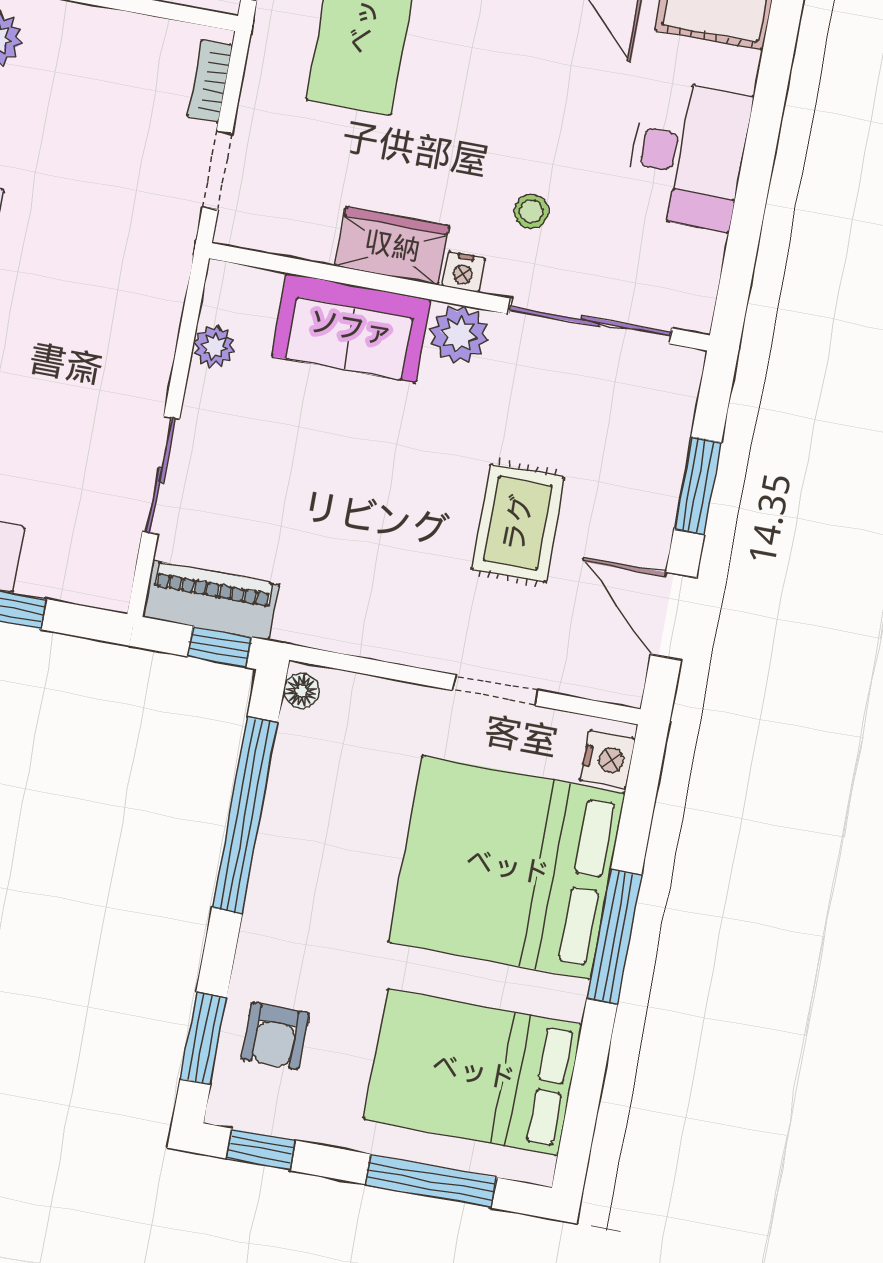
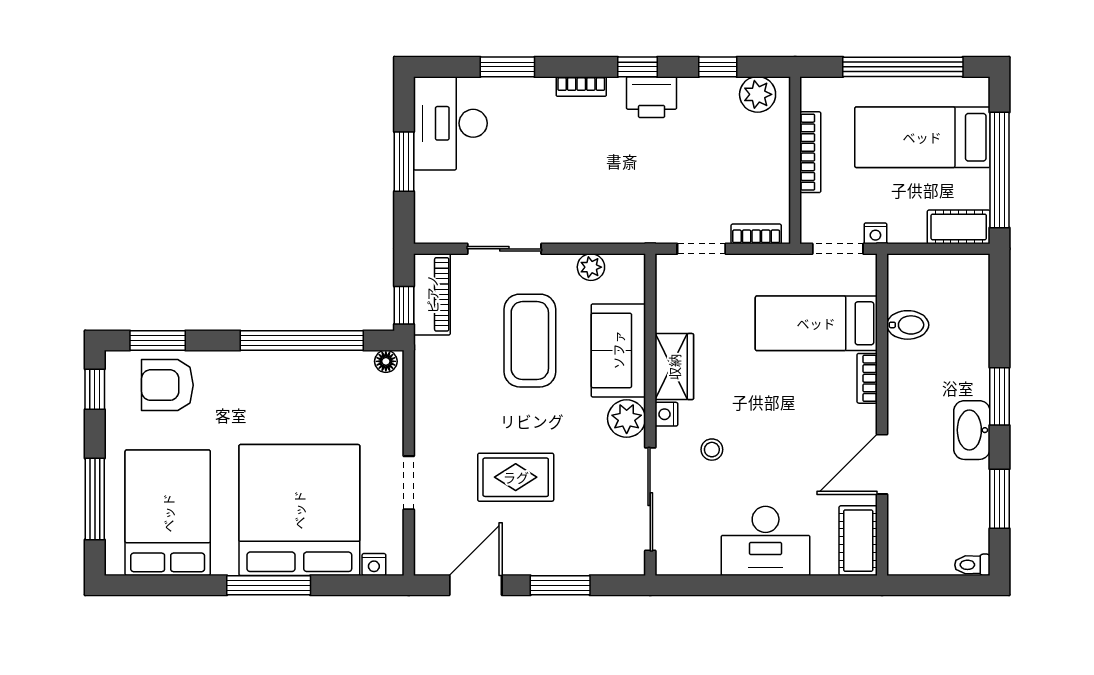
coffee table: (310, 462) -> (530, 341), added
nightstand: (608, 759) -> (374, 565), width x0.72, depth x0.74
armchair: (275, 1036) -> (167, 385), width x1.38, depth x1.38

